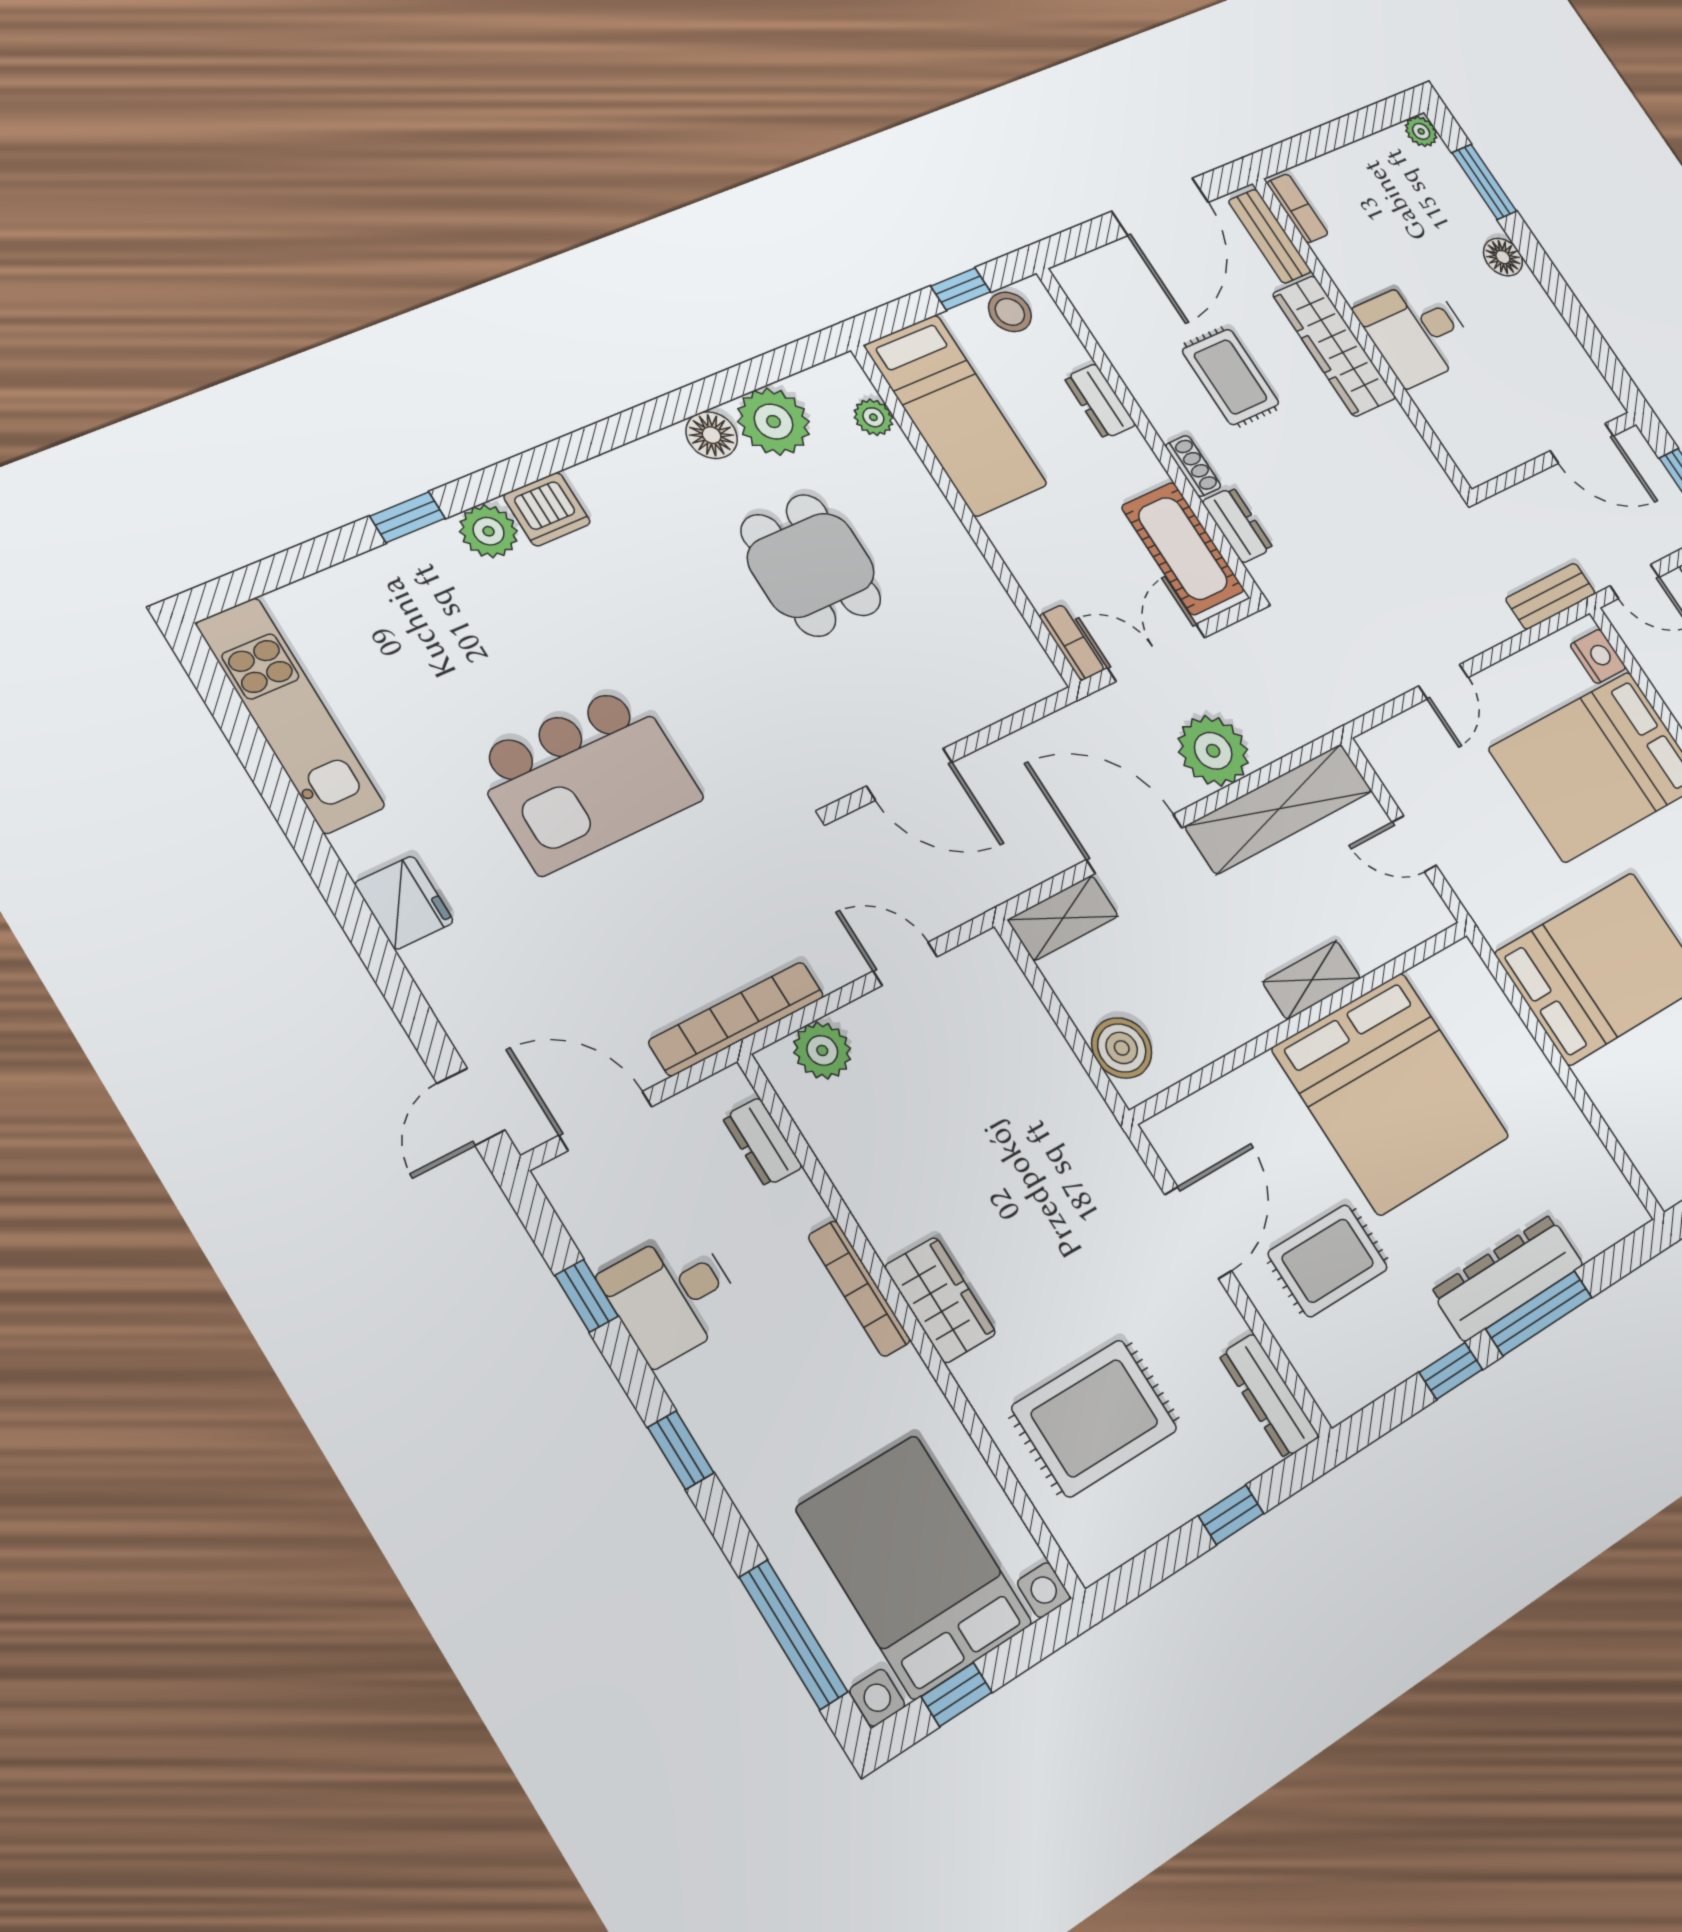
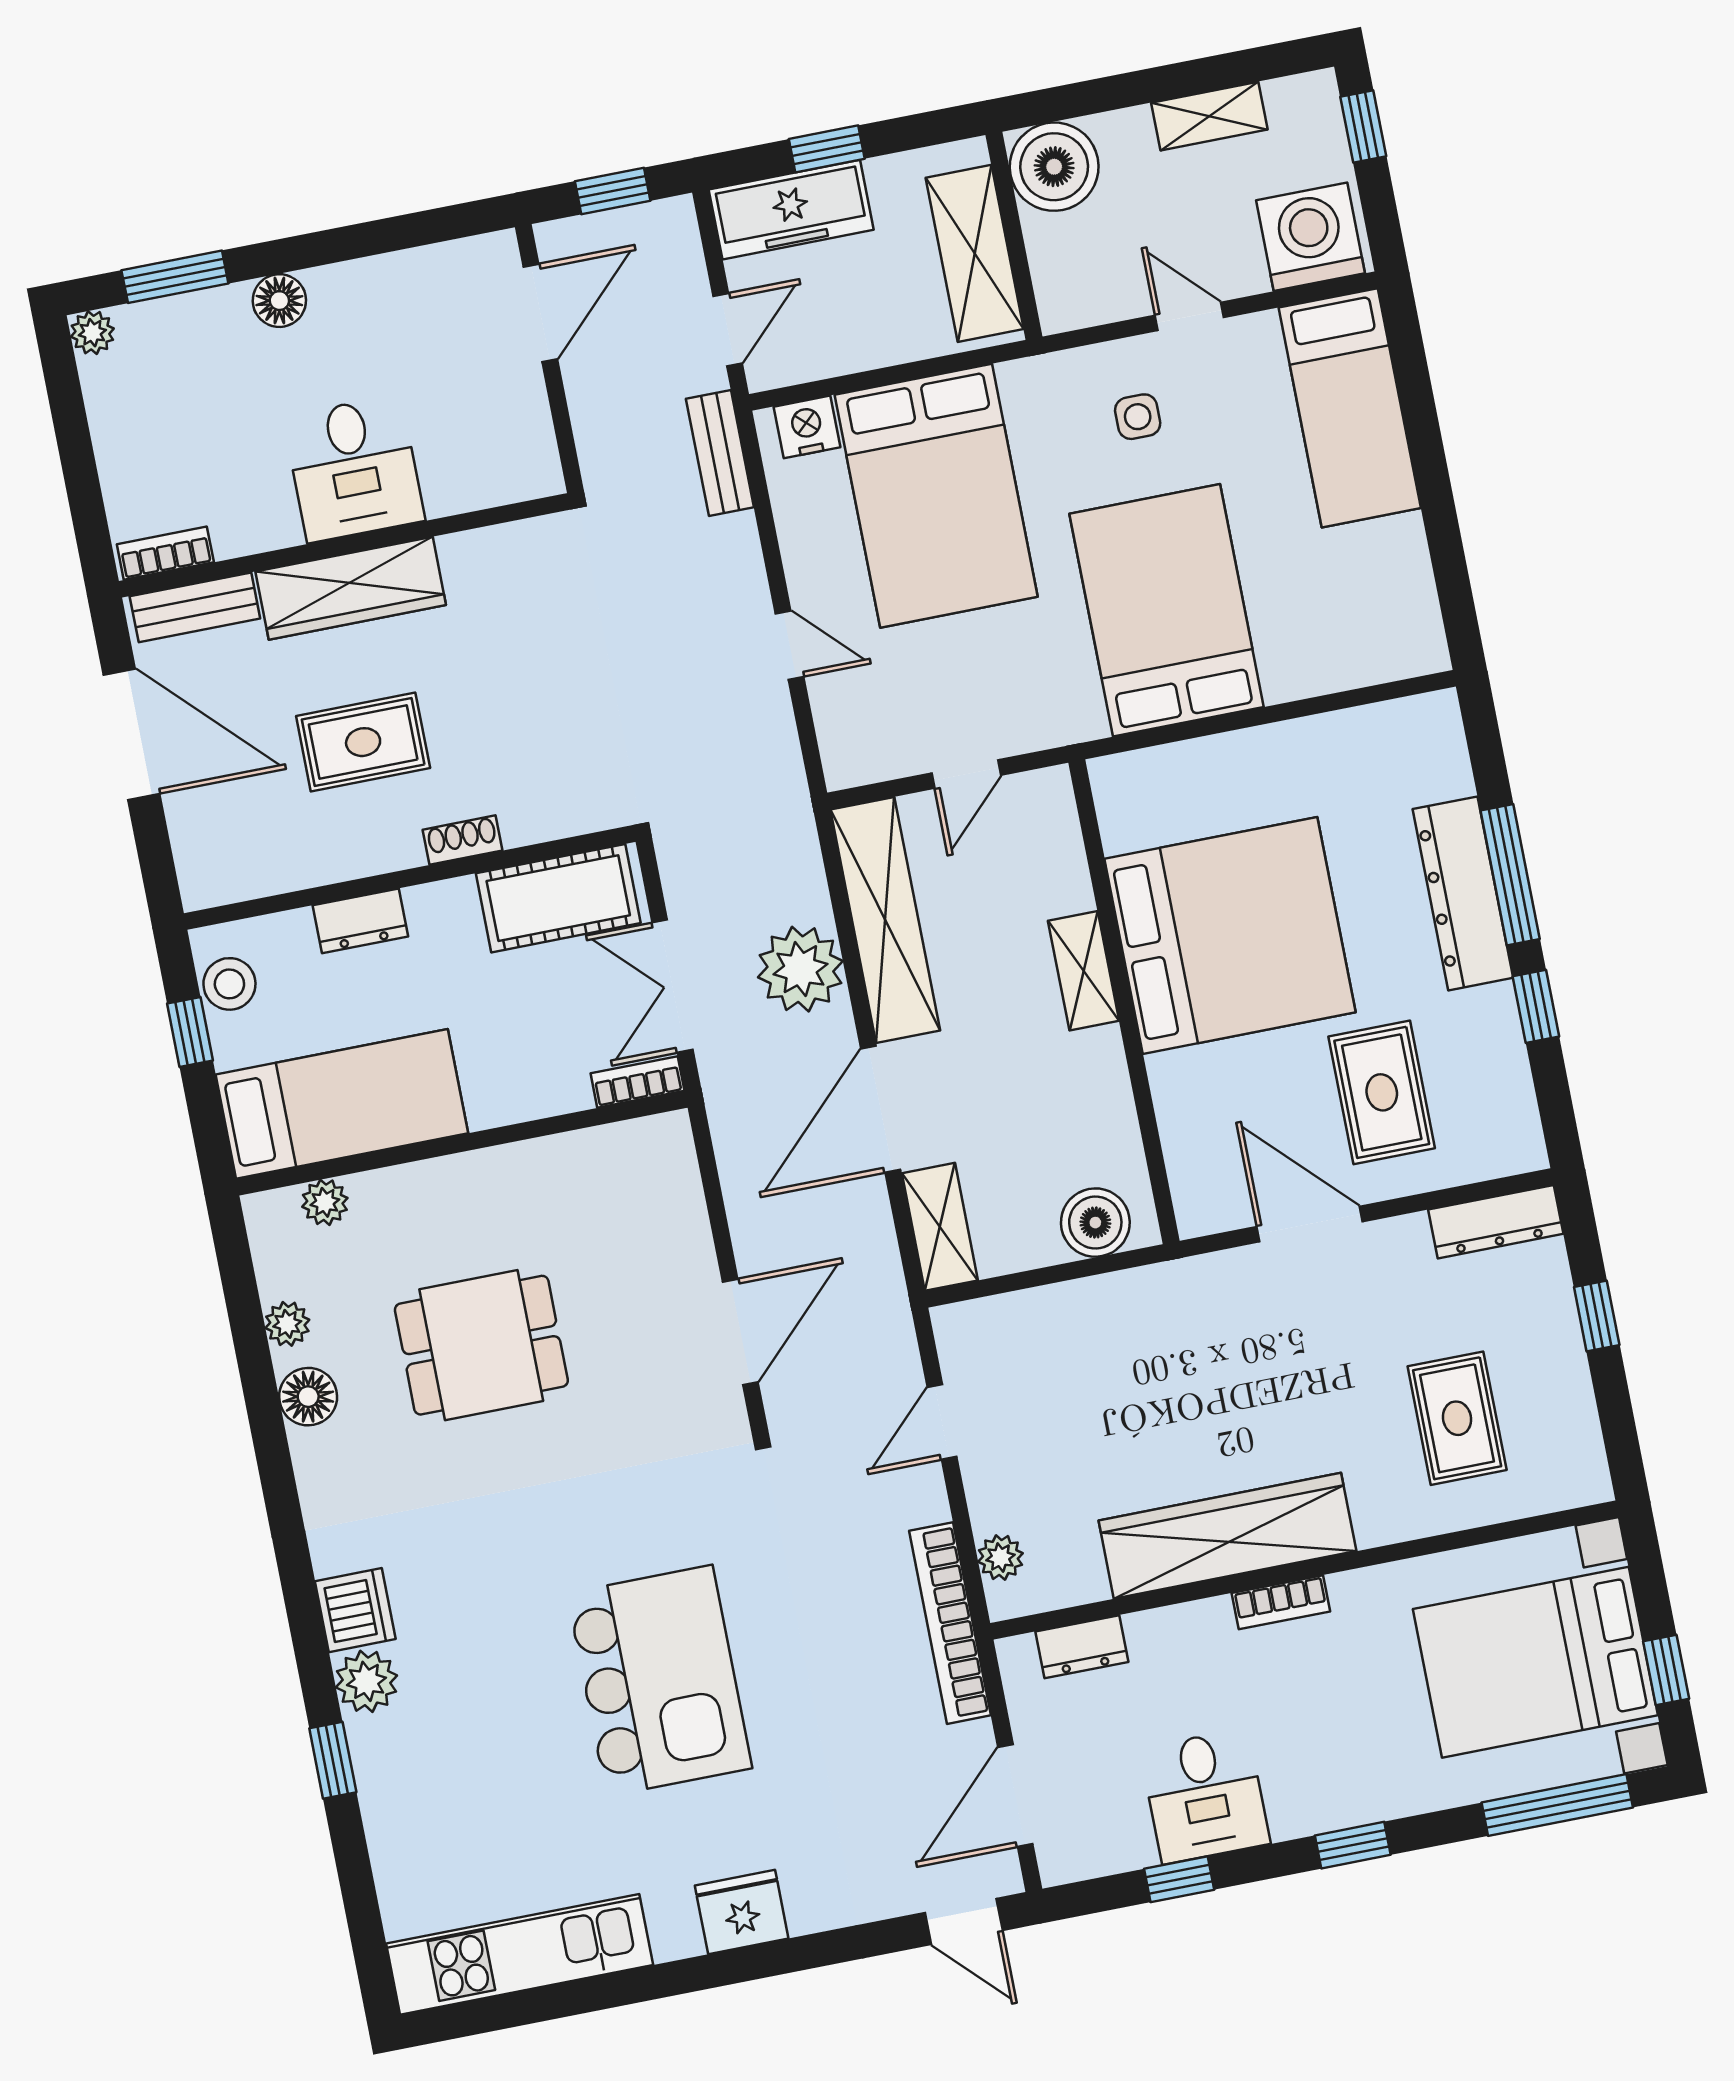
plant: (773, 422) -> (287, 1324), width x0.53, depth x0.53
dresser: (1237, 525) -> (545, 817), removed
plant: (822, 1050) -> (1000, 1557), width x0.73, depth x0.73
bookcase: (859, 1288) -> (1281, 1602), width x0.64
wardrobe: (940, 1300) -> (1227, 1536), width x2.10, depth x1.17
rug: (1095, 1418) -> (1457, 1418), width x0.73, depth x0.70

